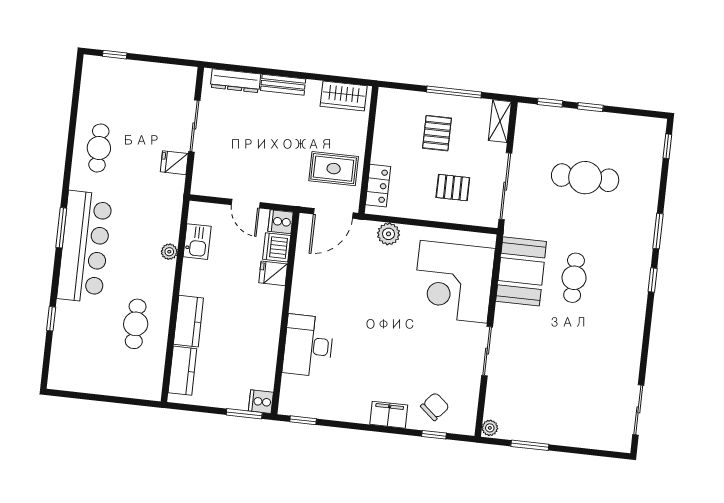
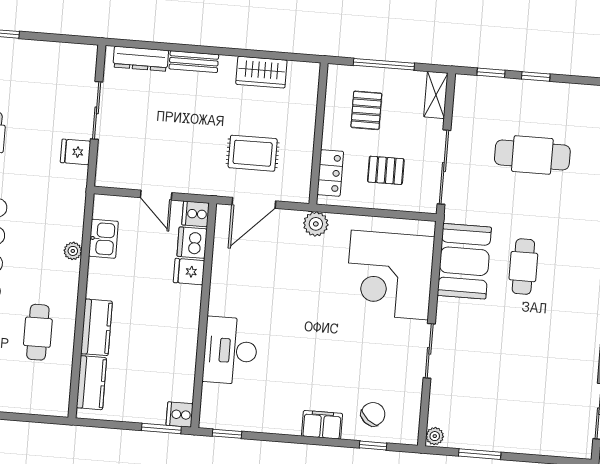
wall: (368, 150) -> (318, 134), moved
locker: (378, 186) -> (330, 173), moved

